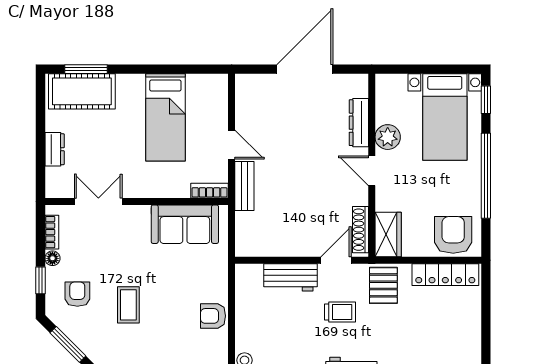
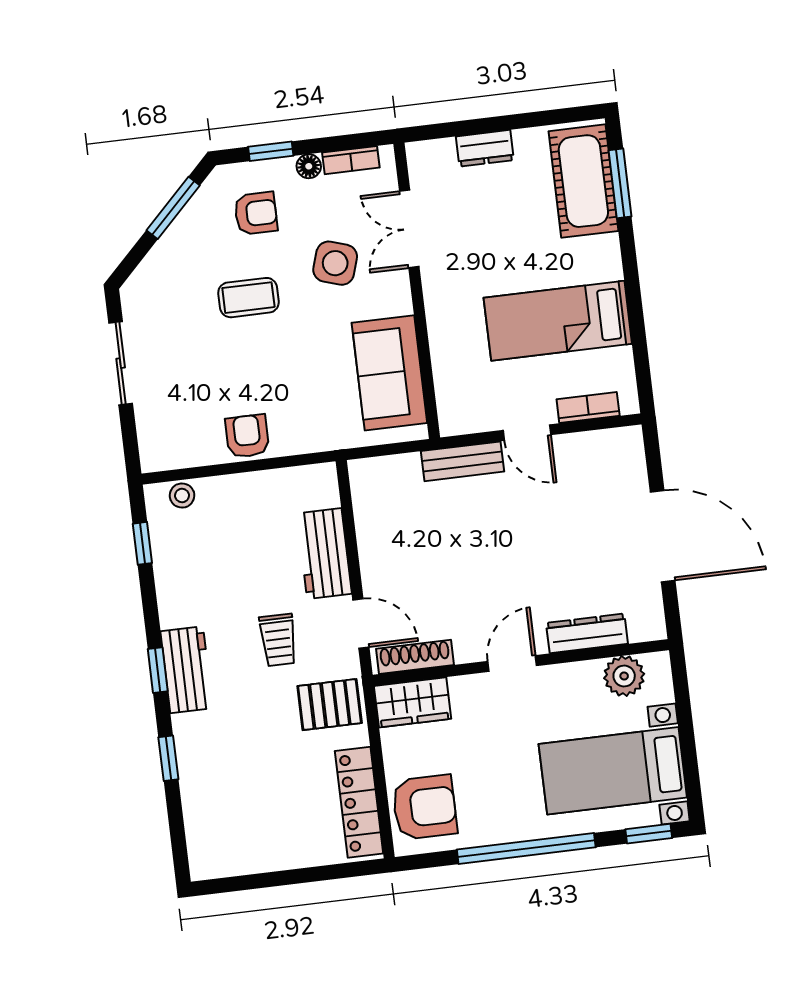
plant: (388, 137) -> (624, 676), moved
door: (232, 145) -> (527, 433), hinge flipped
bookcase: (210, 191) -> (588, 407), moved, turned -90
double door: (98, 201) -> (409, 229), swing flipped
side table: (114, 249) -> (335, 263), added

